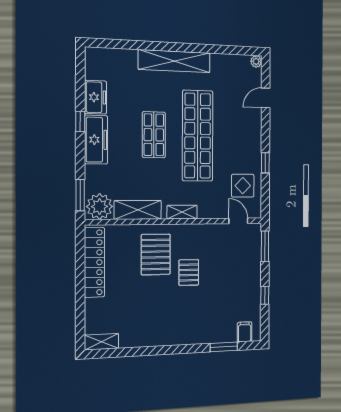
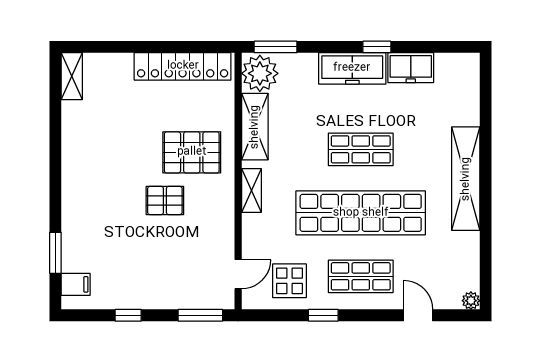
shop shelf: (240, 137) -> (361, 276), added

